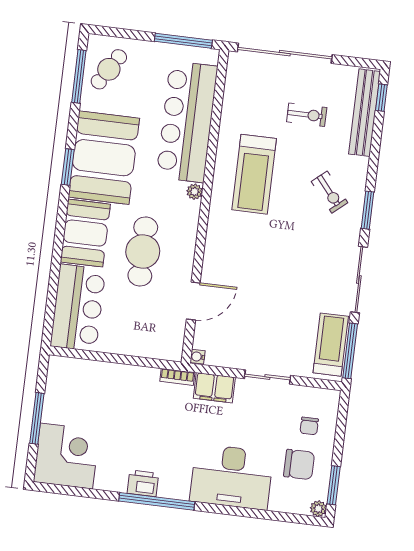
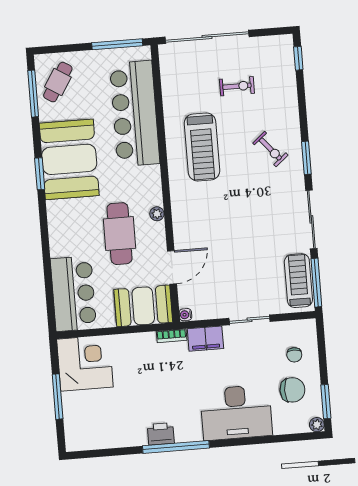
bench: (364, 113) -> (286, 74), removed
plant: (195, 192) -> (157, 214), moved
booth: (85, 233) -> (143, 306), moved, turned 90
corner desk: (66, 456) -> (85, 363), moved

